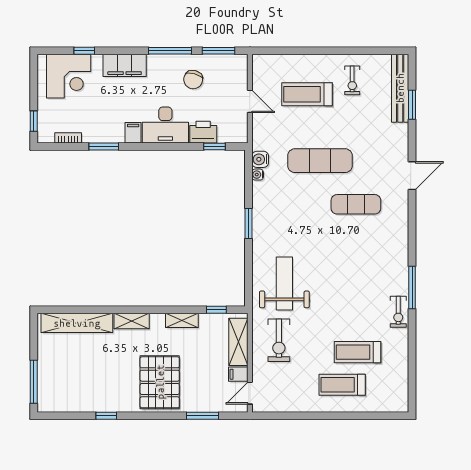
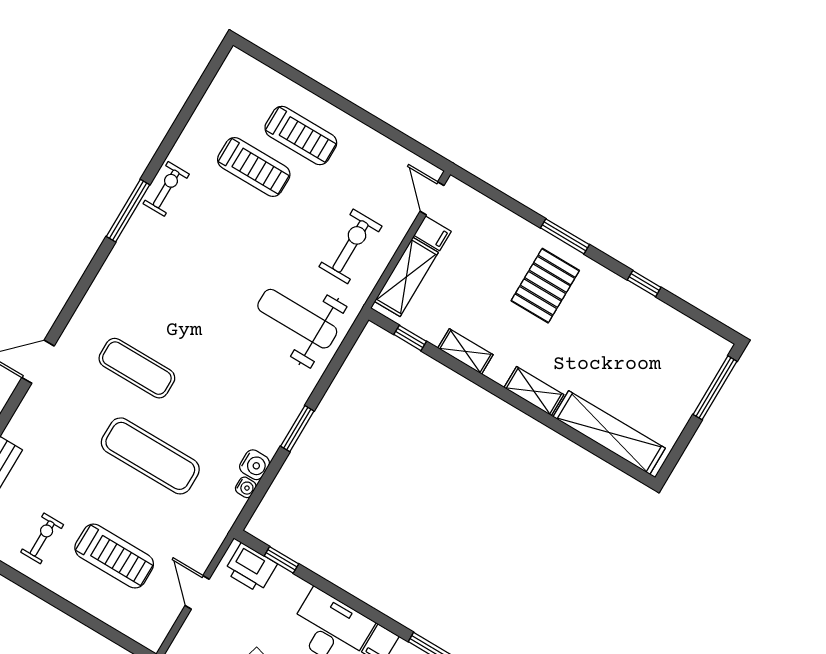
printer: (203, 132) -> (251, 568), moved
water cooler: (260, 159) -> (255, 465), moved
weight bench: (284, 283) -> (297, 319), turned 90
pallet: (160, 382) -> (545, 286), width x0.73, depth x0.71
door: (250, 393) -> (432, 198), swing flipped
window: (202, 416) -> (565, 236), moved

